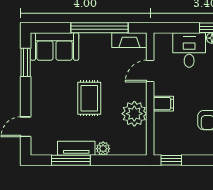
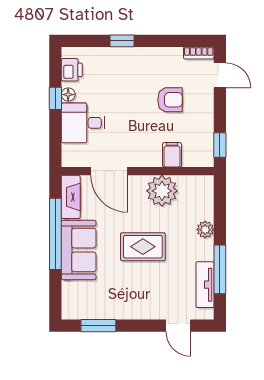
sofa: (55, 46) -> (79, 250), moved
door: (150, 71) -> (109, 171), width x1.38
filing cabinet: (163, 104) -> (172, 155), moved
tv unit: (76, 148) -> (205, 285), moved

